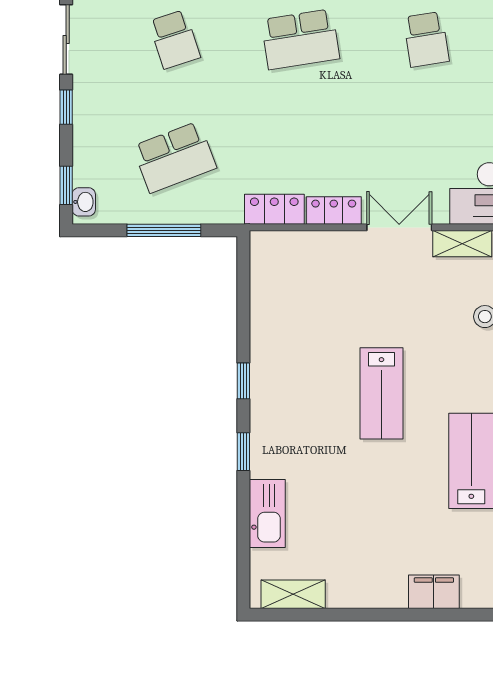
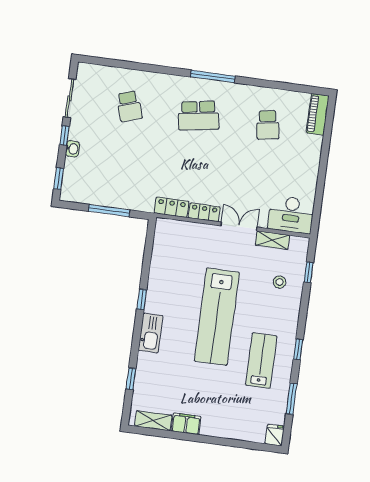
school desk: (174, 157) -> (120, 171), removed
washbasin: (84, 202) -> (73, 149), moved
lab bench: (381, 393) -> (217, 317), width x1.86, depth x1.39
window: (243, 452) -> (131, 379), moved
kitchen sink: (267, 514) -> (151, 333), moved
filing cabinet: (434, 592) -> (186, 424), moved

